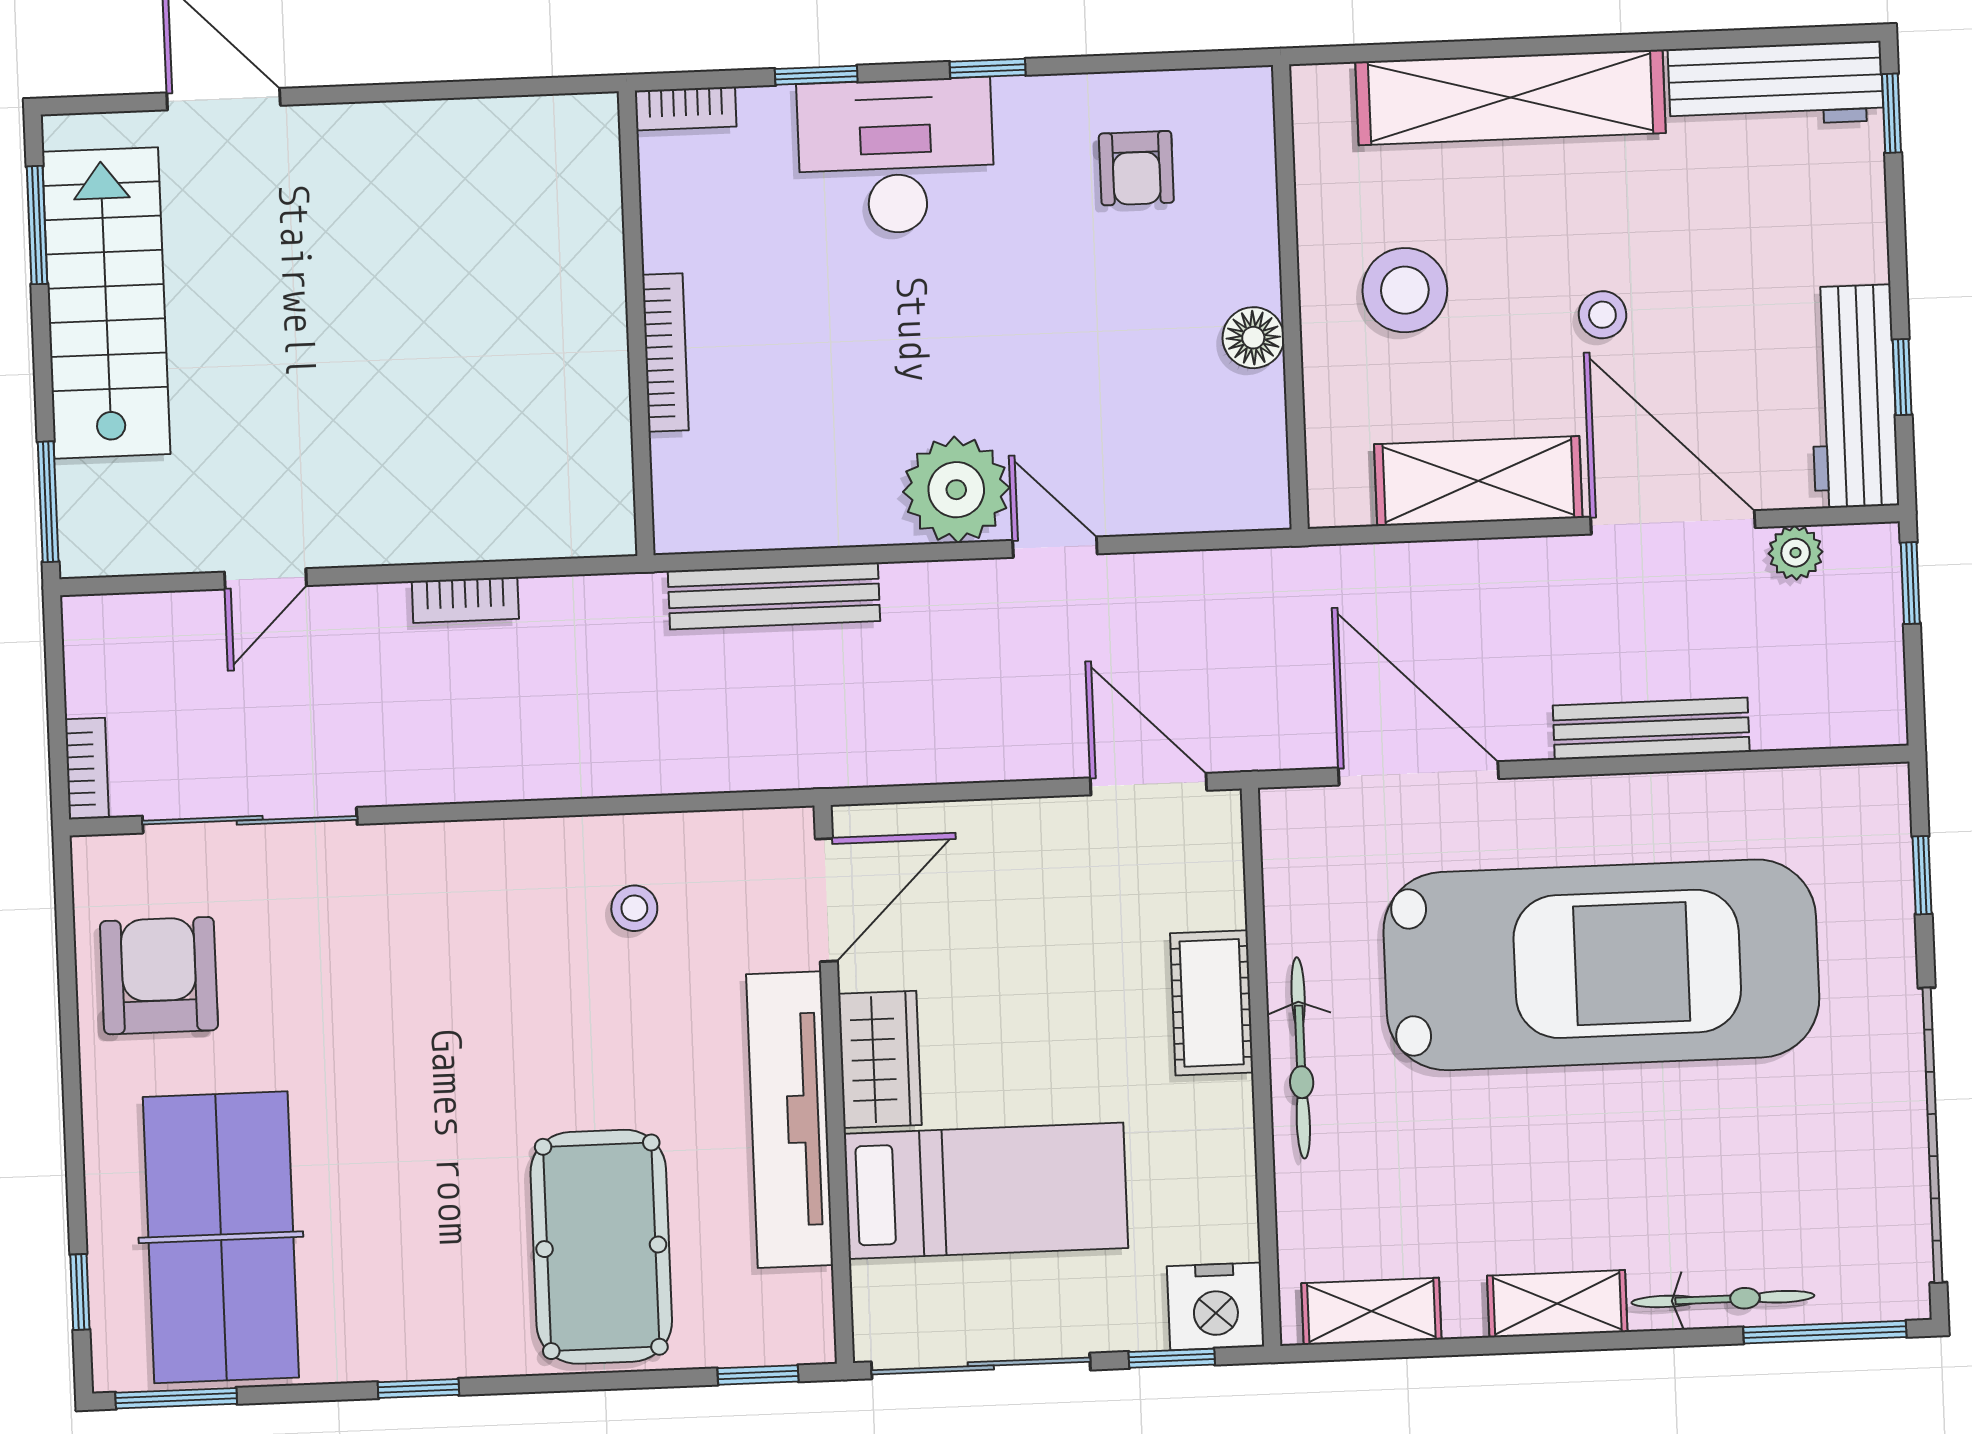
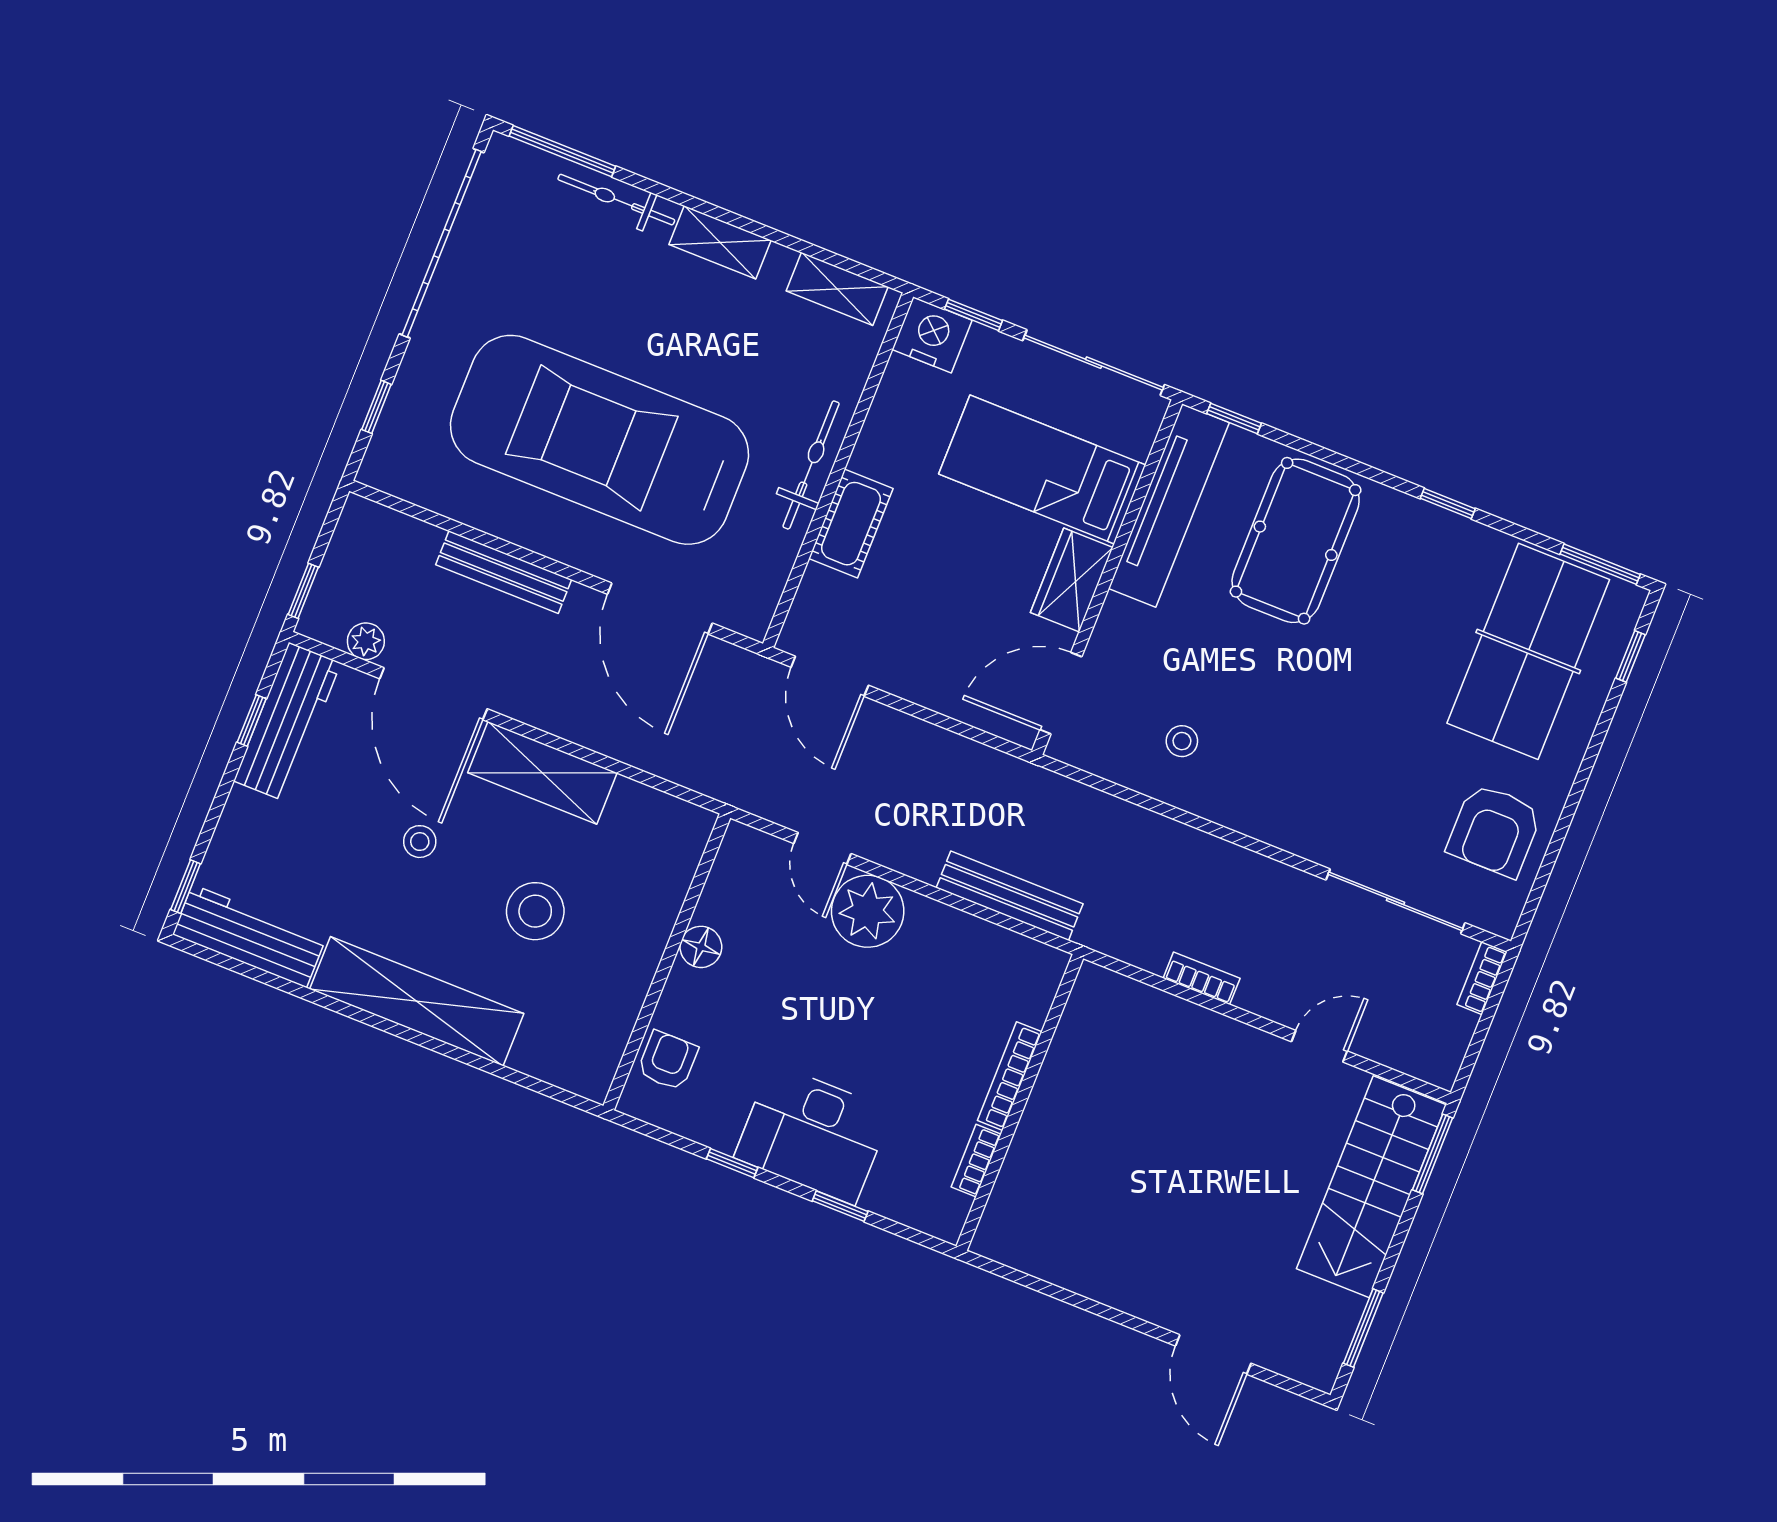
bookcase: (686, 109) -> (976, 1161), moved, turned -90
wall: (1290, 297) -> (667, 962), moved
stairs: (106, 303) -> (1371, 1187), moved
floor lamp: (1253, 338) -> (701, 947), moved
tv unit: (790, 1120) -> (1169, 506), moved

